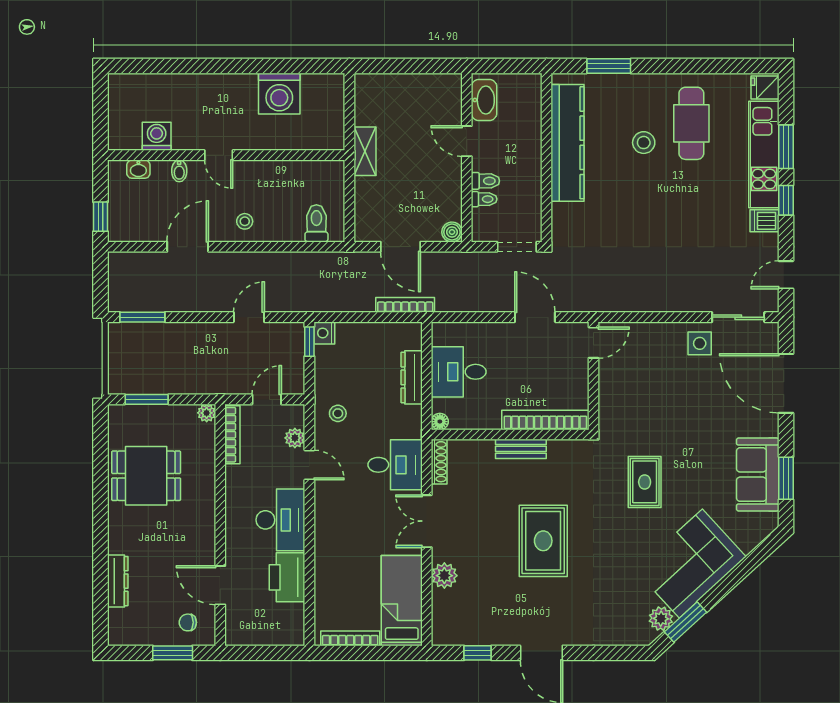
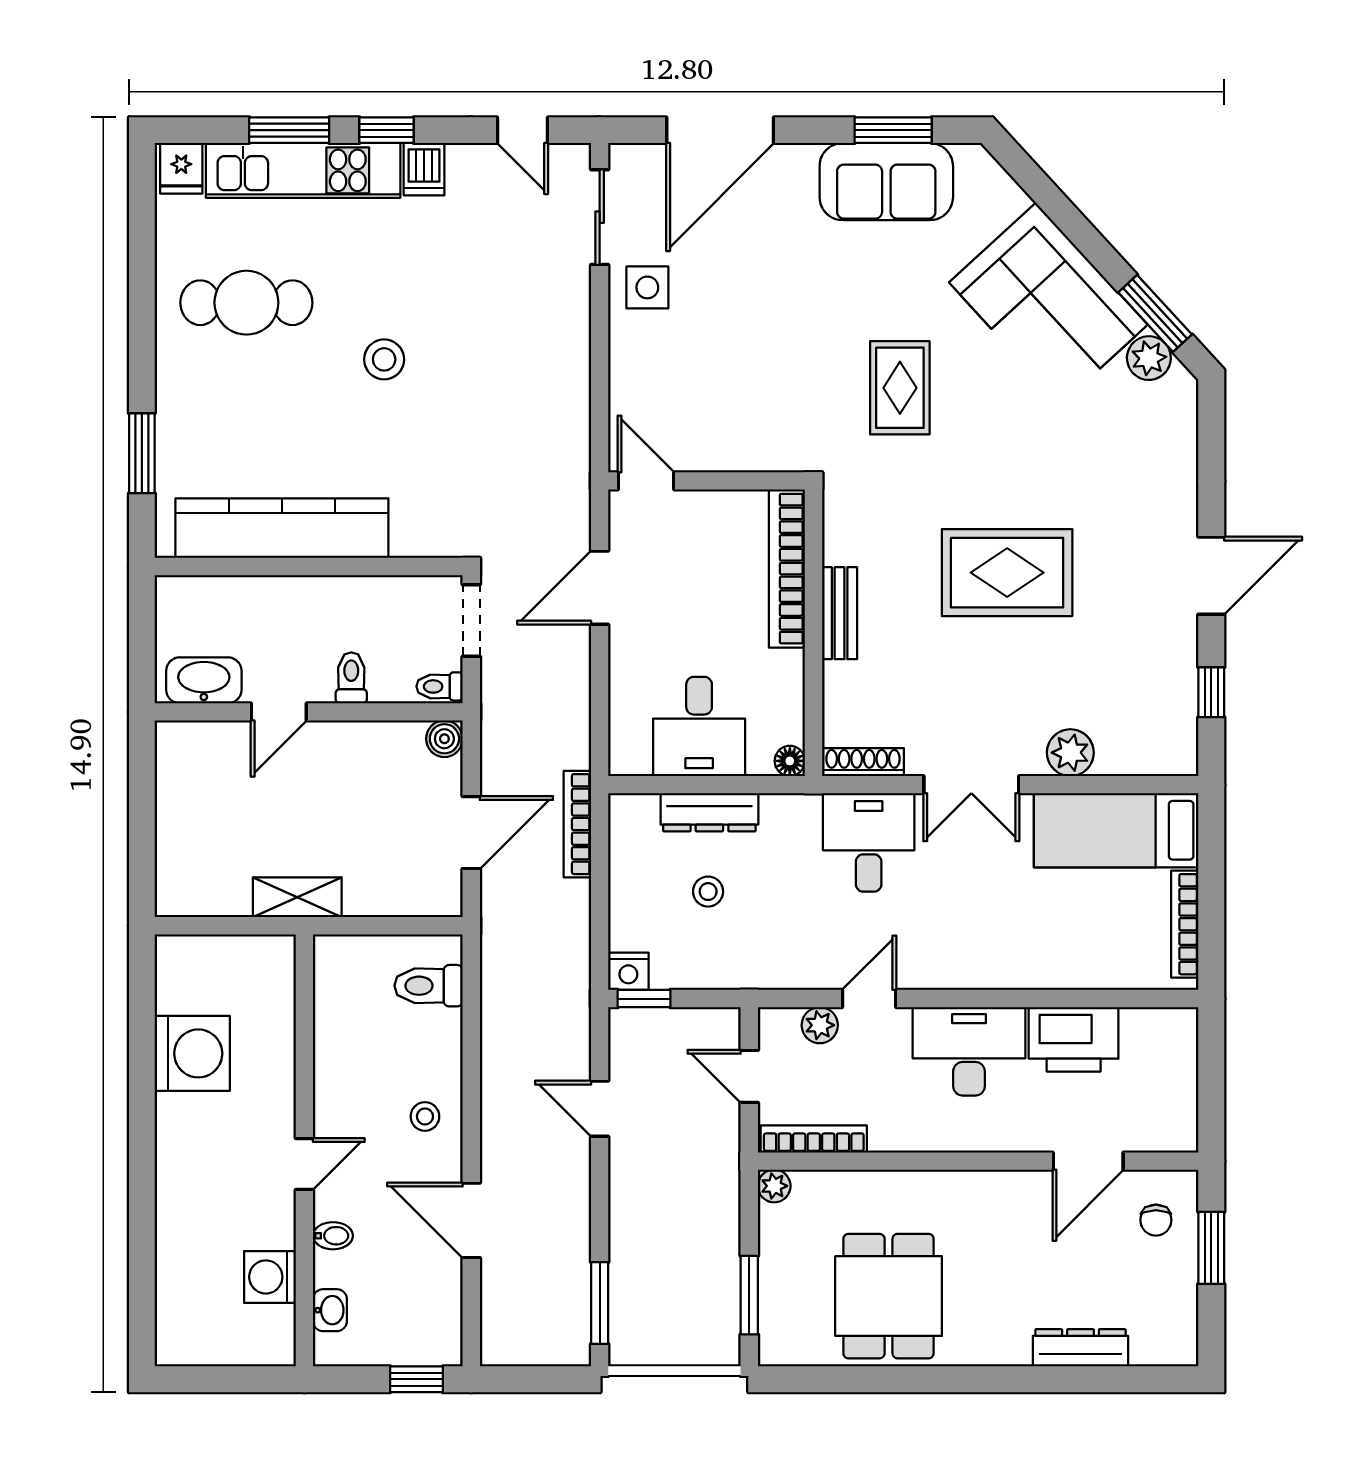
stool: (644, 143) -> (384, 359), moved
toilet: (484, 199) -> (440, 686), moved, turned -90
stool: (338, 413) -> (708, 892), moved
rug: (645, 482) -> (900, 388), turned 90

